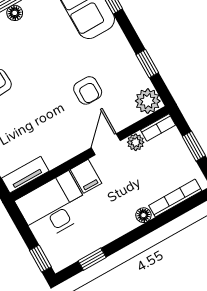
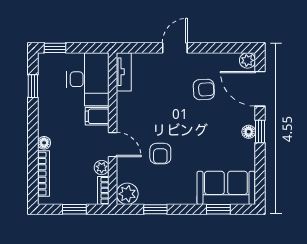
armchair: (88, 90) -> (160, 154), turned -90

